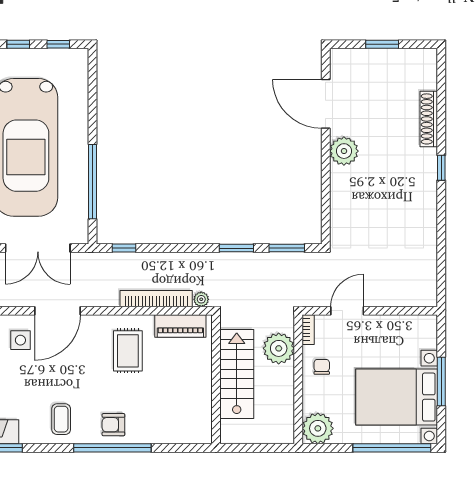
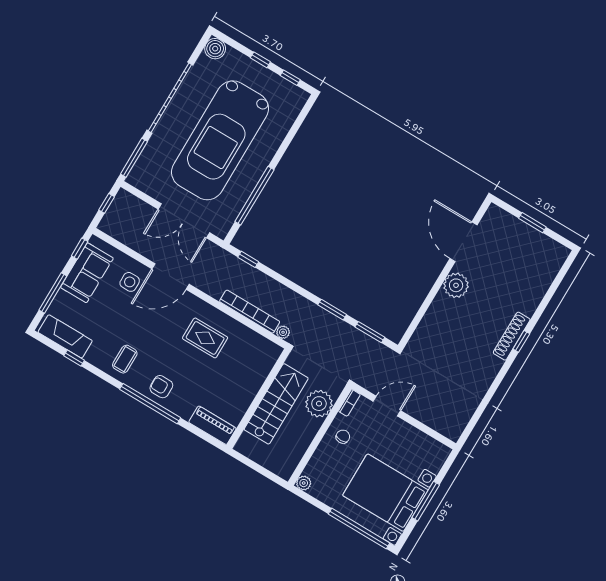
shoe rack: (429, 119) -> (512, 336), moved
piano: (180, 326) -> (212, 425), moved, turned 180
rug: (128, 351) -> (205, 338), turned 90
plant: (318, 428) -> (304, 483), width x0.53, depth x0.53

